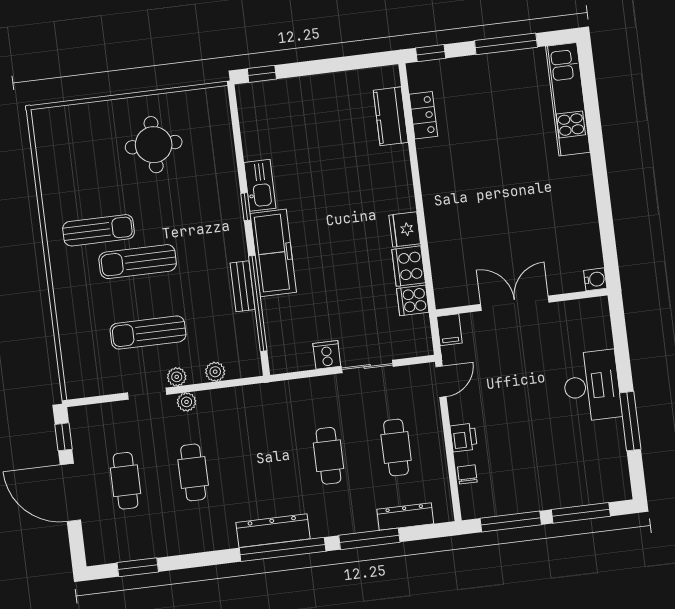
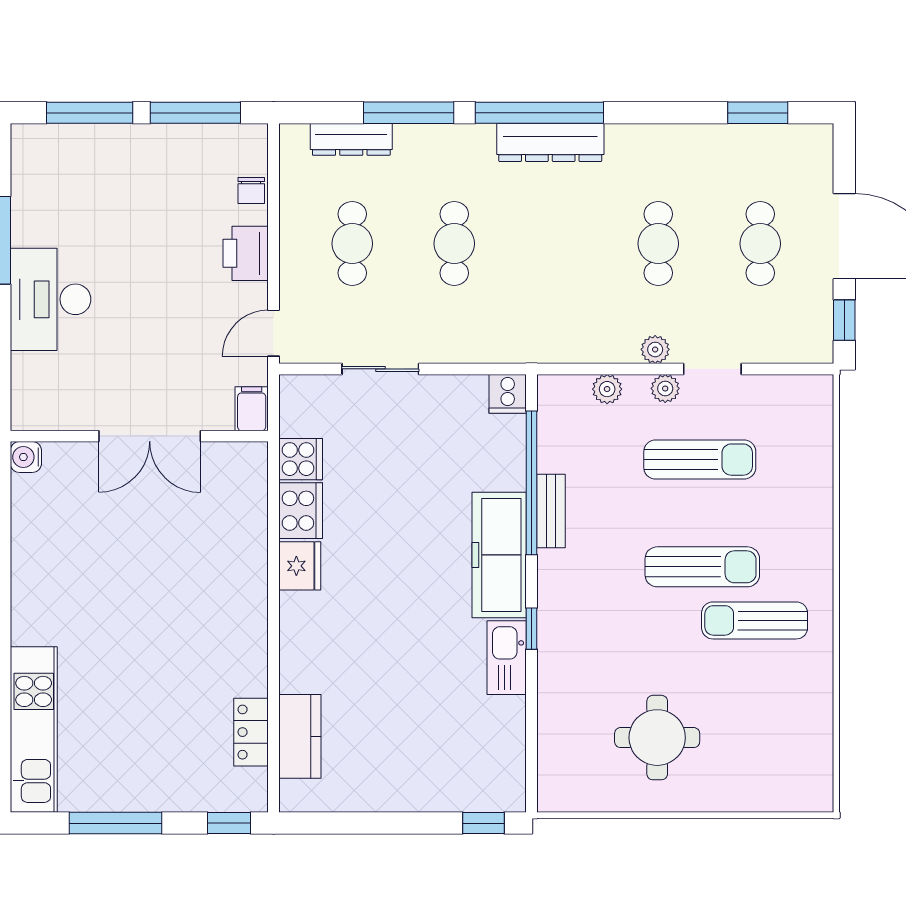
cooker: (327, 355) -> (508, 394), moved
printer: (464, 438) -> (246, 253), width x1.36, depth x1.24

